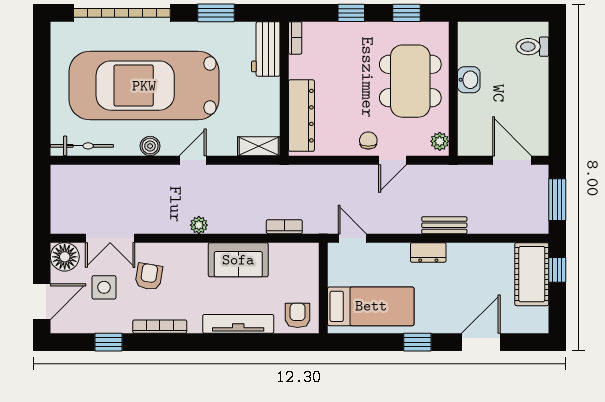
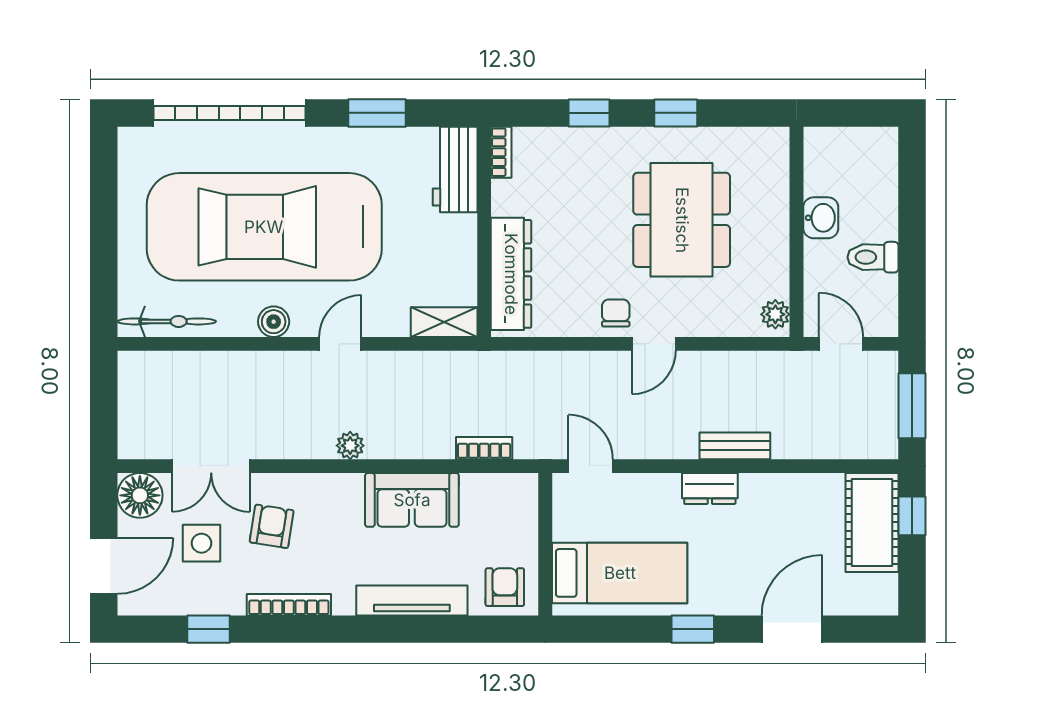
toilet: (532, 47) -> (873, 257), moved
washbasin: (469, 80) -> (821, 218), moved
wall: (453, 89) -> (797, 232), moved
plant: (440, 141) -> (775, 314), moved
door: (512, 160) -> (841, 344), width x0.73

